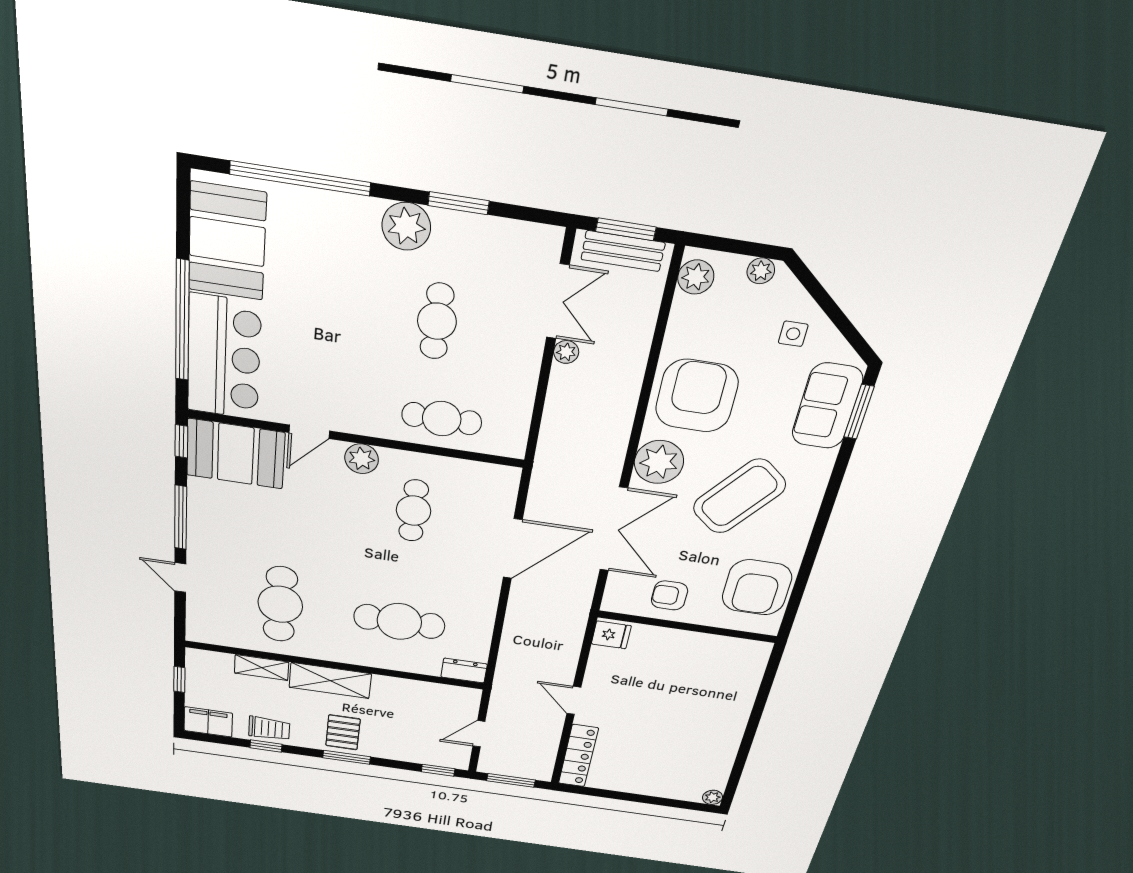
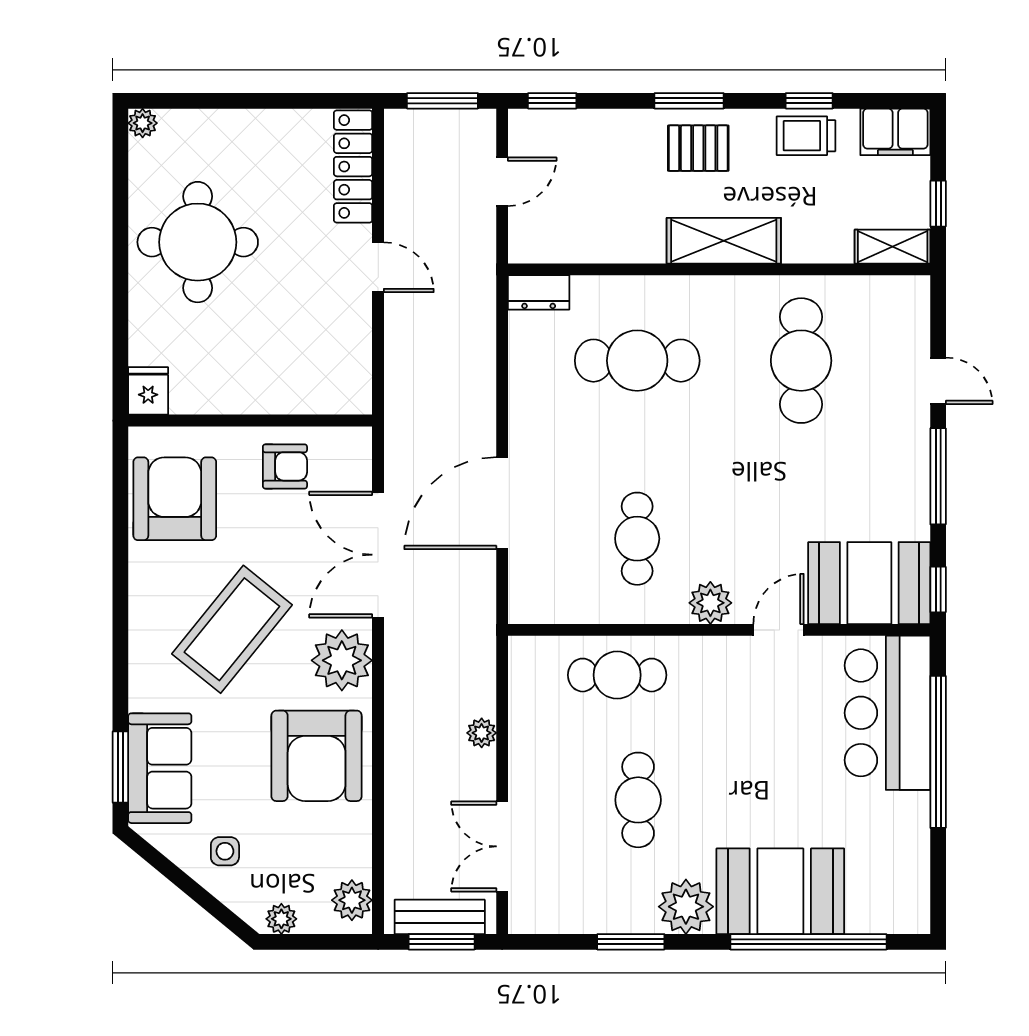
booth: (227, 242) -> (780, 891), moved, turned 90
plant: (566, 352) -> (482, 733), moved
fridge: (611, 635) -> (148, 391), moved, turned 90
shelving: (262, 668) -> (893, 247), moved
pallet: (343, 732) -> (698, 148), turned 90
round table: (695, 732) -> (198, 242), added

